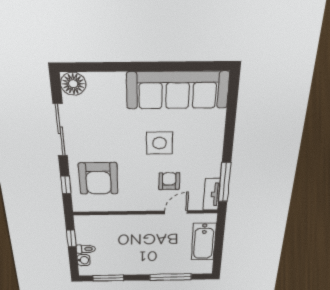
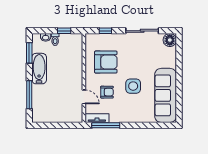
armchair: (98, 178) -> (106, 62), moved, turned 180
bathtub: (204, 242) -> (39, 69), moved, turned 90

